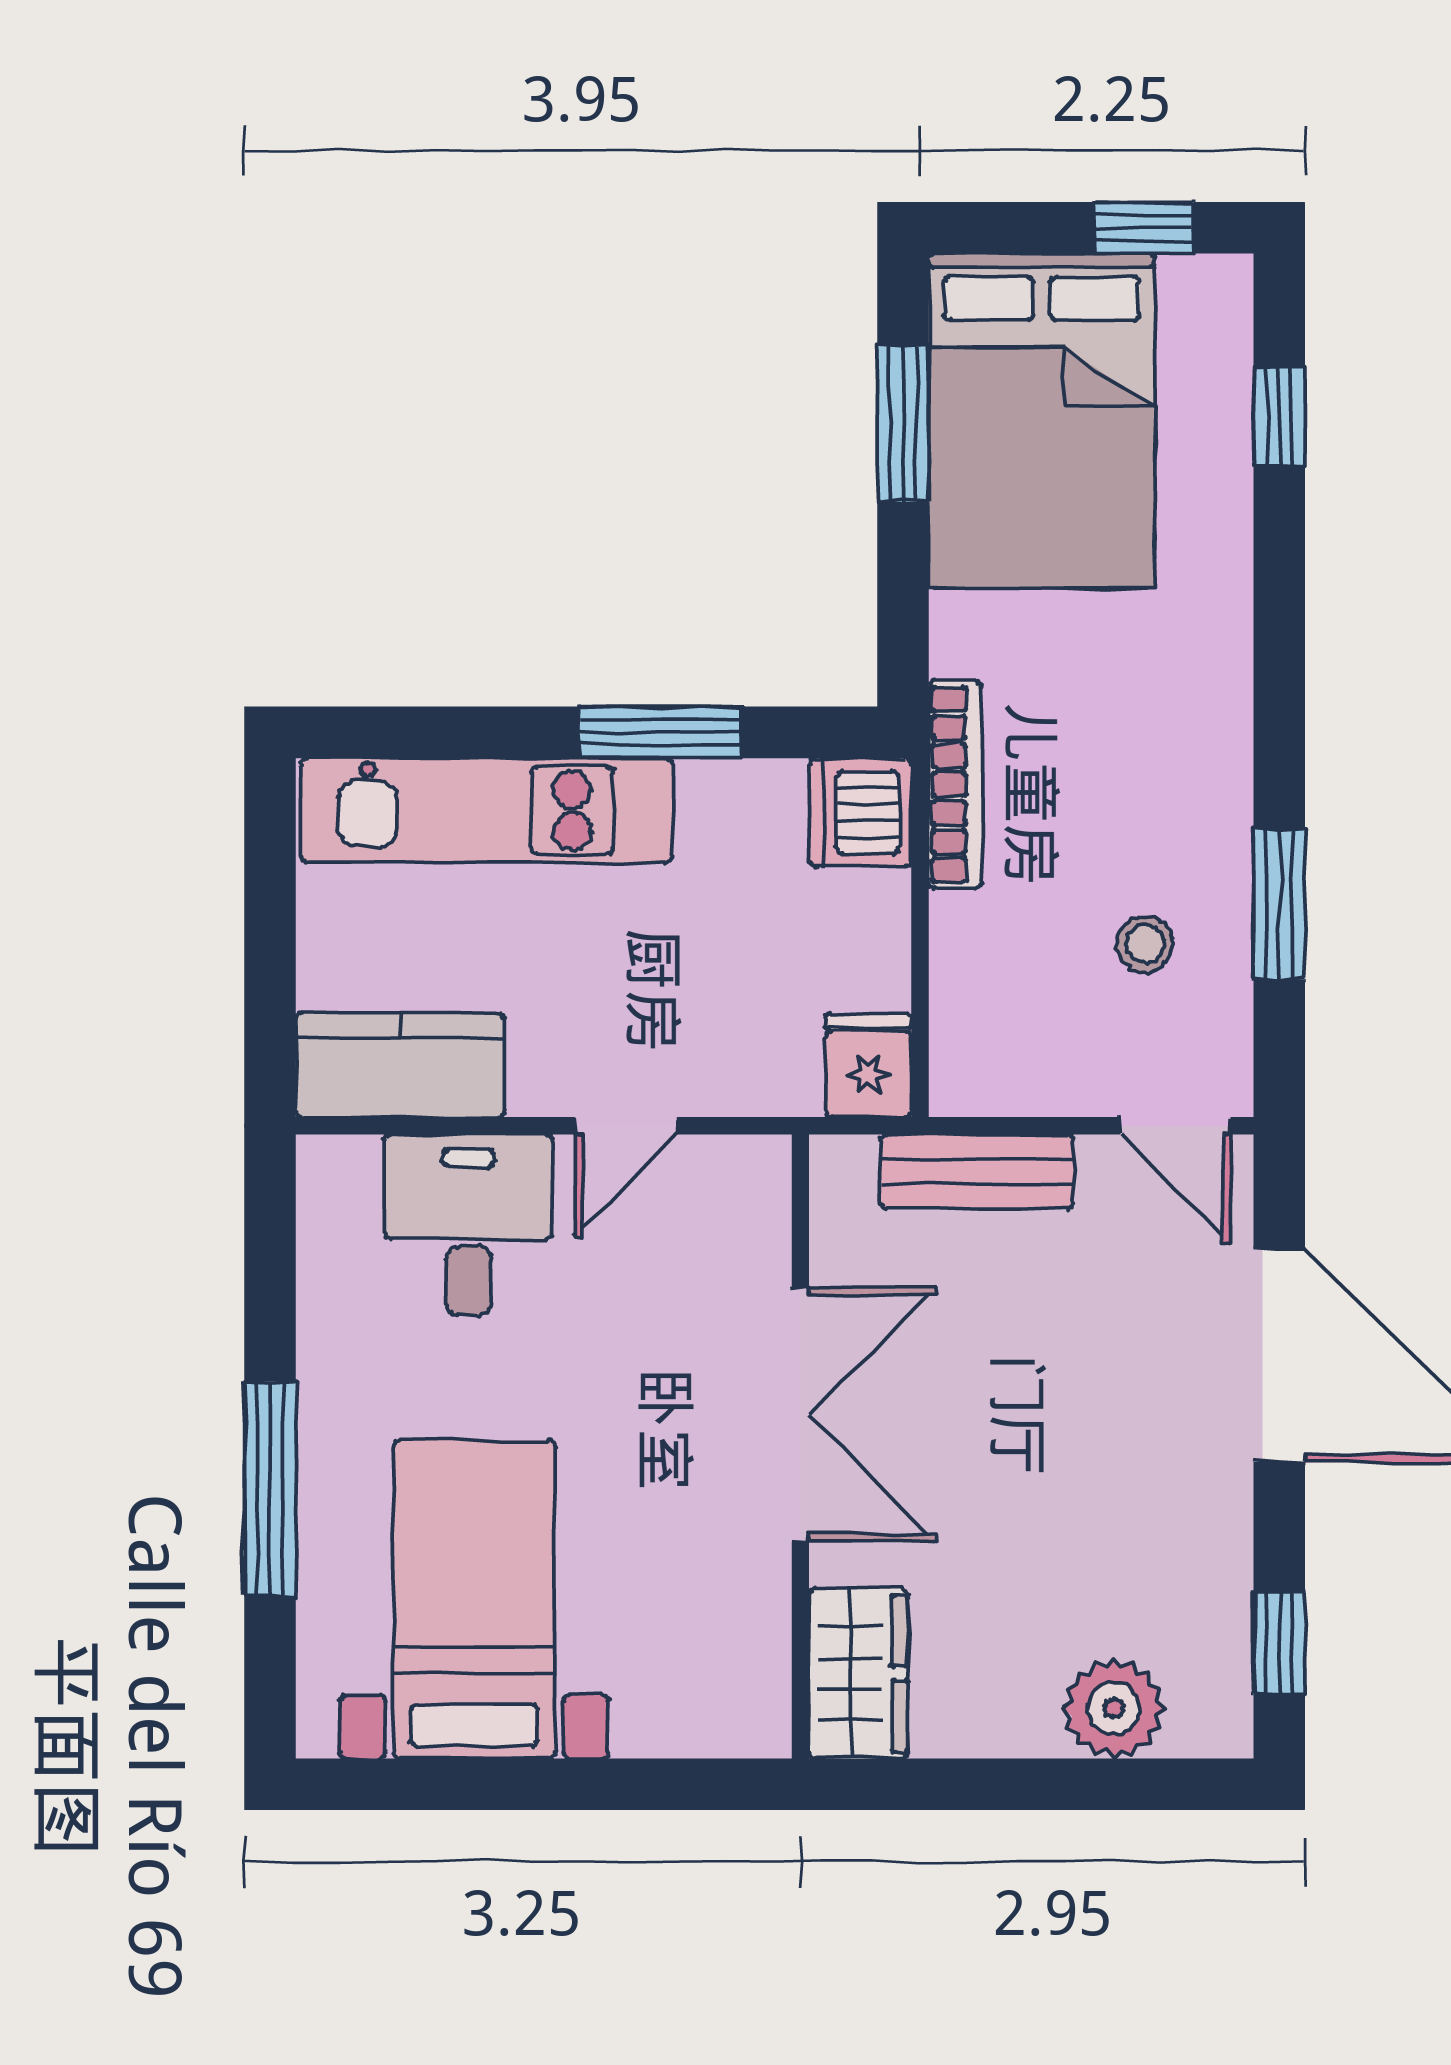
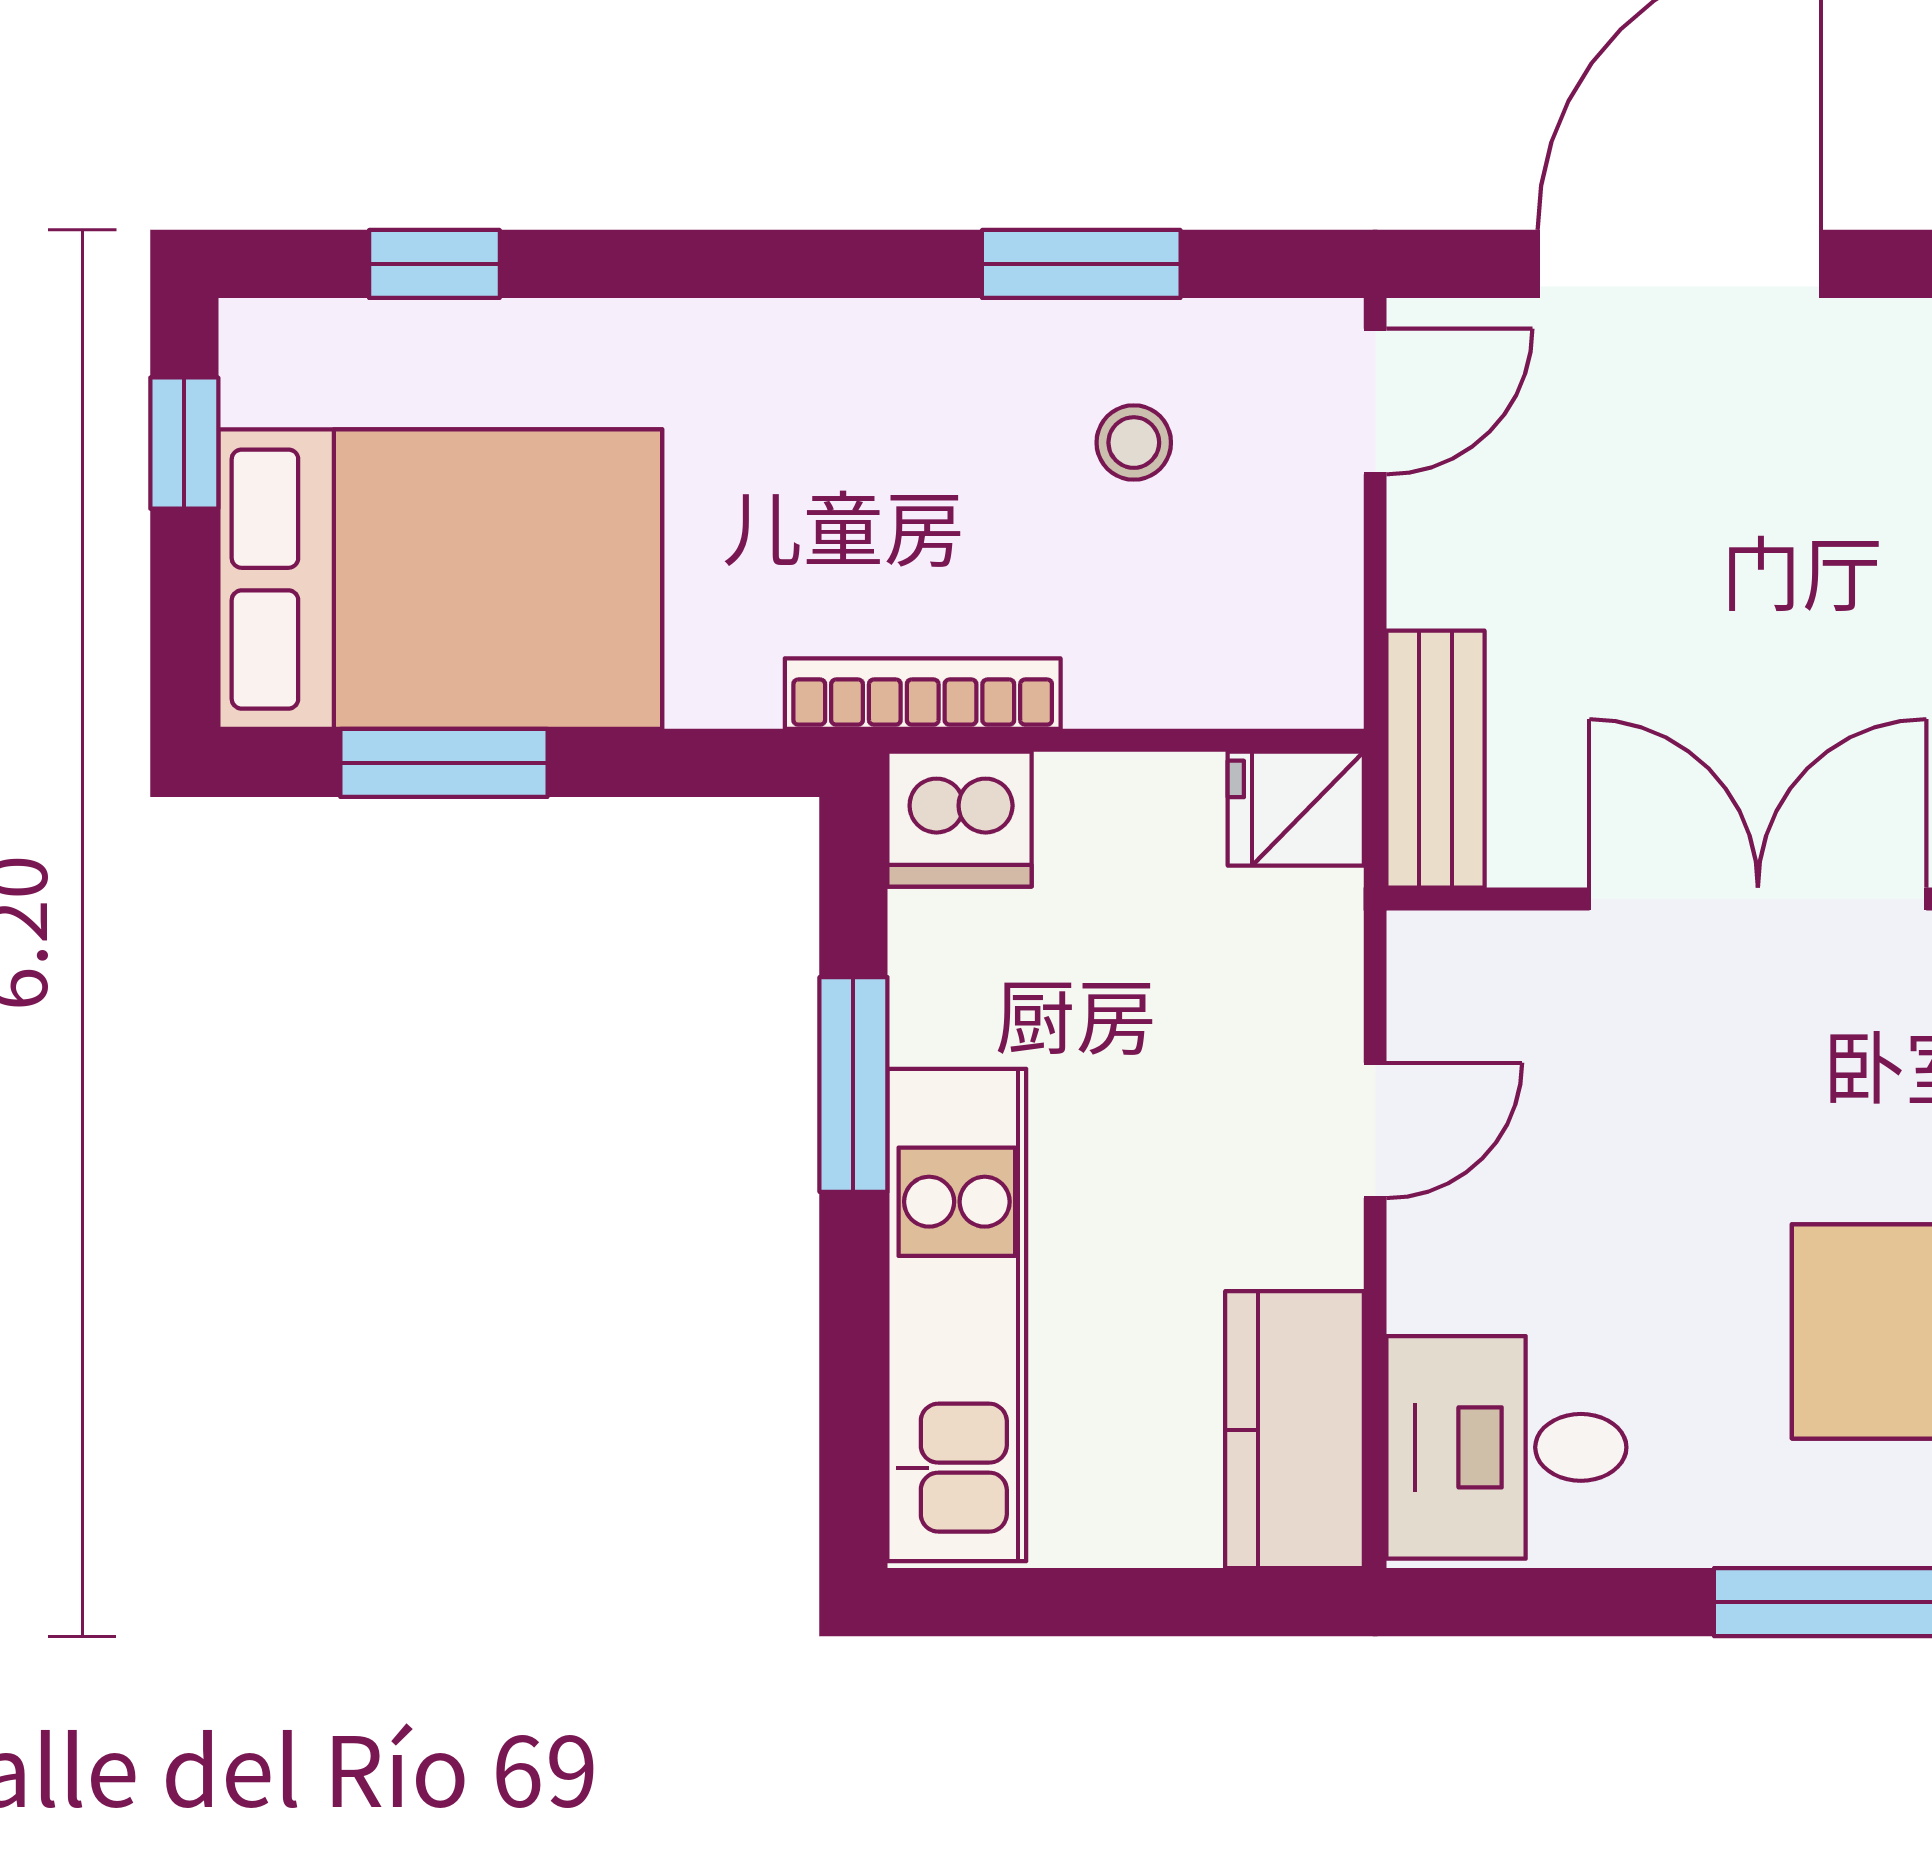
door: (626, 1126) -> (1375, 1130), hinge flipped
bench: (977, 1171) -> (1436, 759), moved
desk: (468, 1225) -> (1506, 1447), moved

